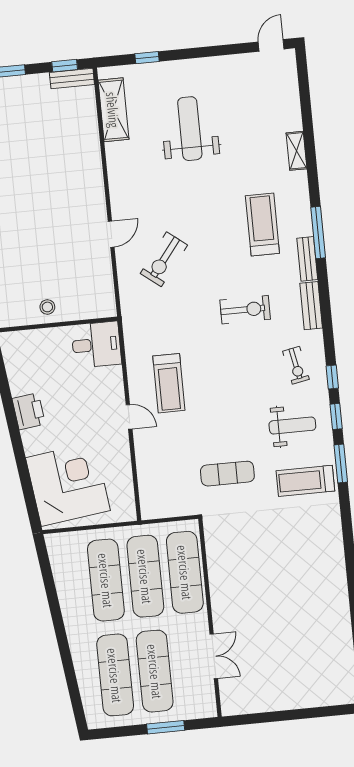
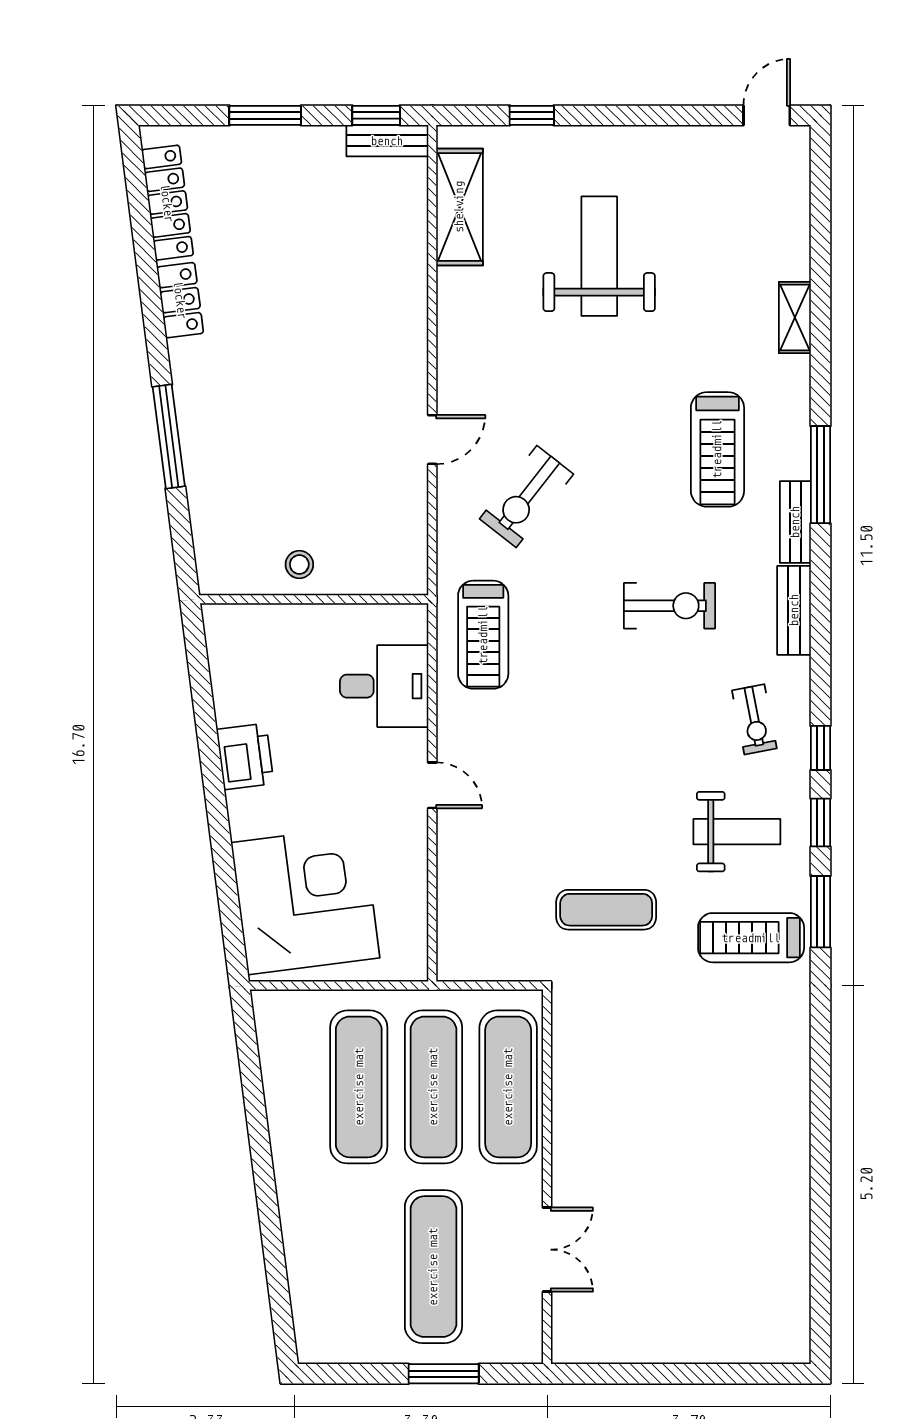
treadmill: (262, 225) -> (717, 449), turned 180
desk: (96, 345) -> (384, 686), moved
treadmill: (169, 383) -> (483, 635), moved
exercise mat: (115, 675) -> (359, 1267), removed

